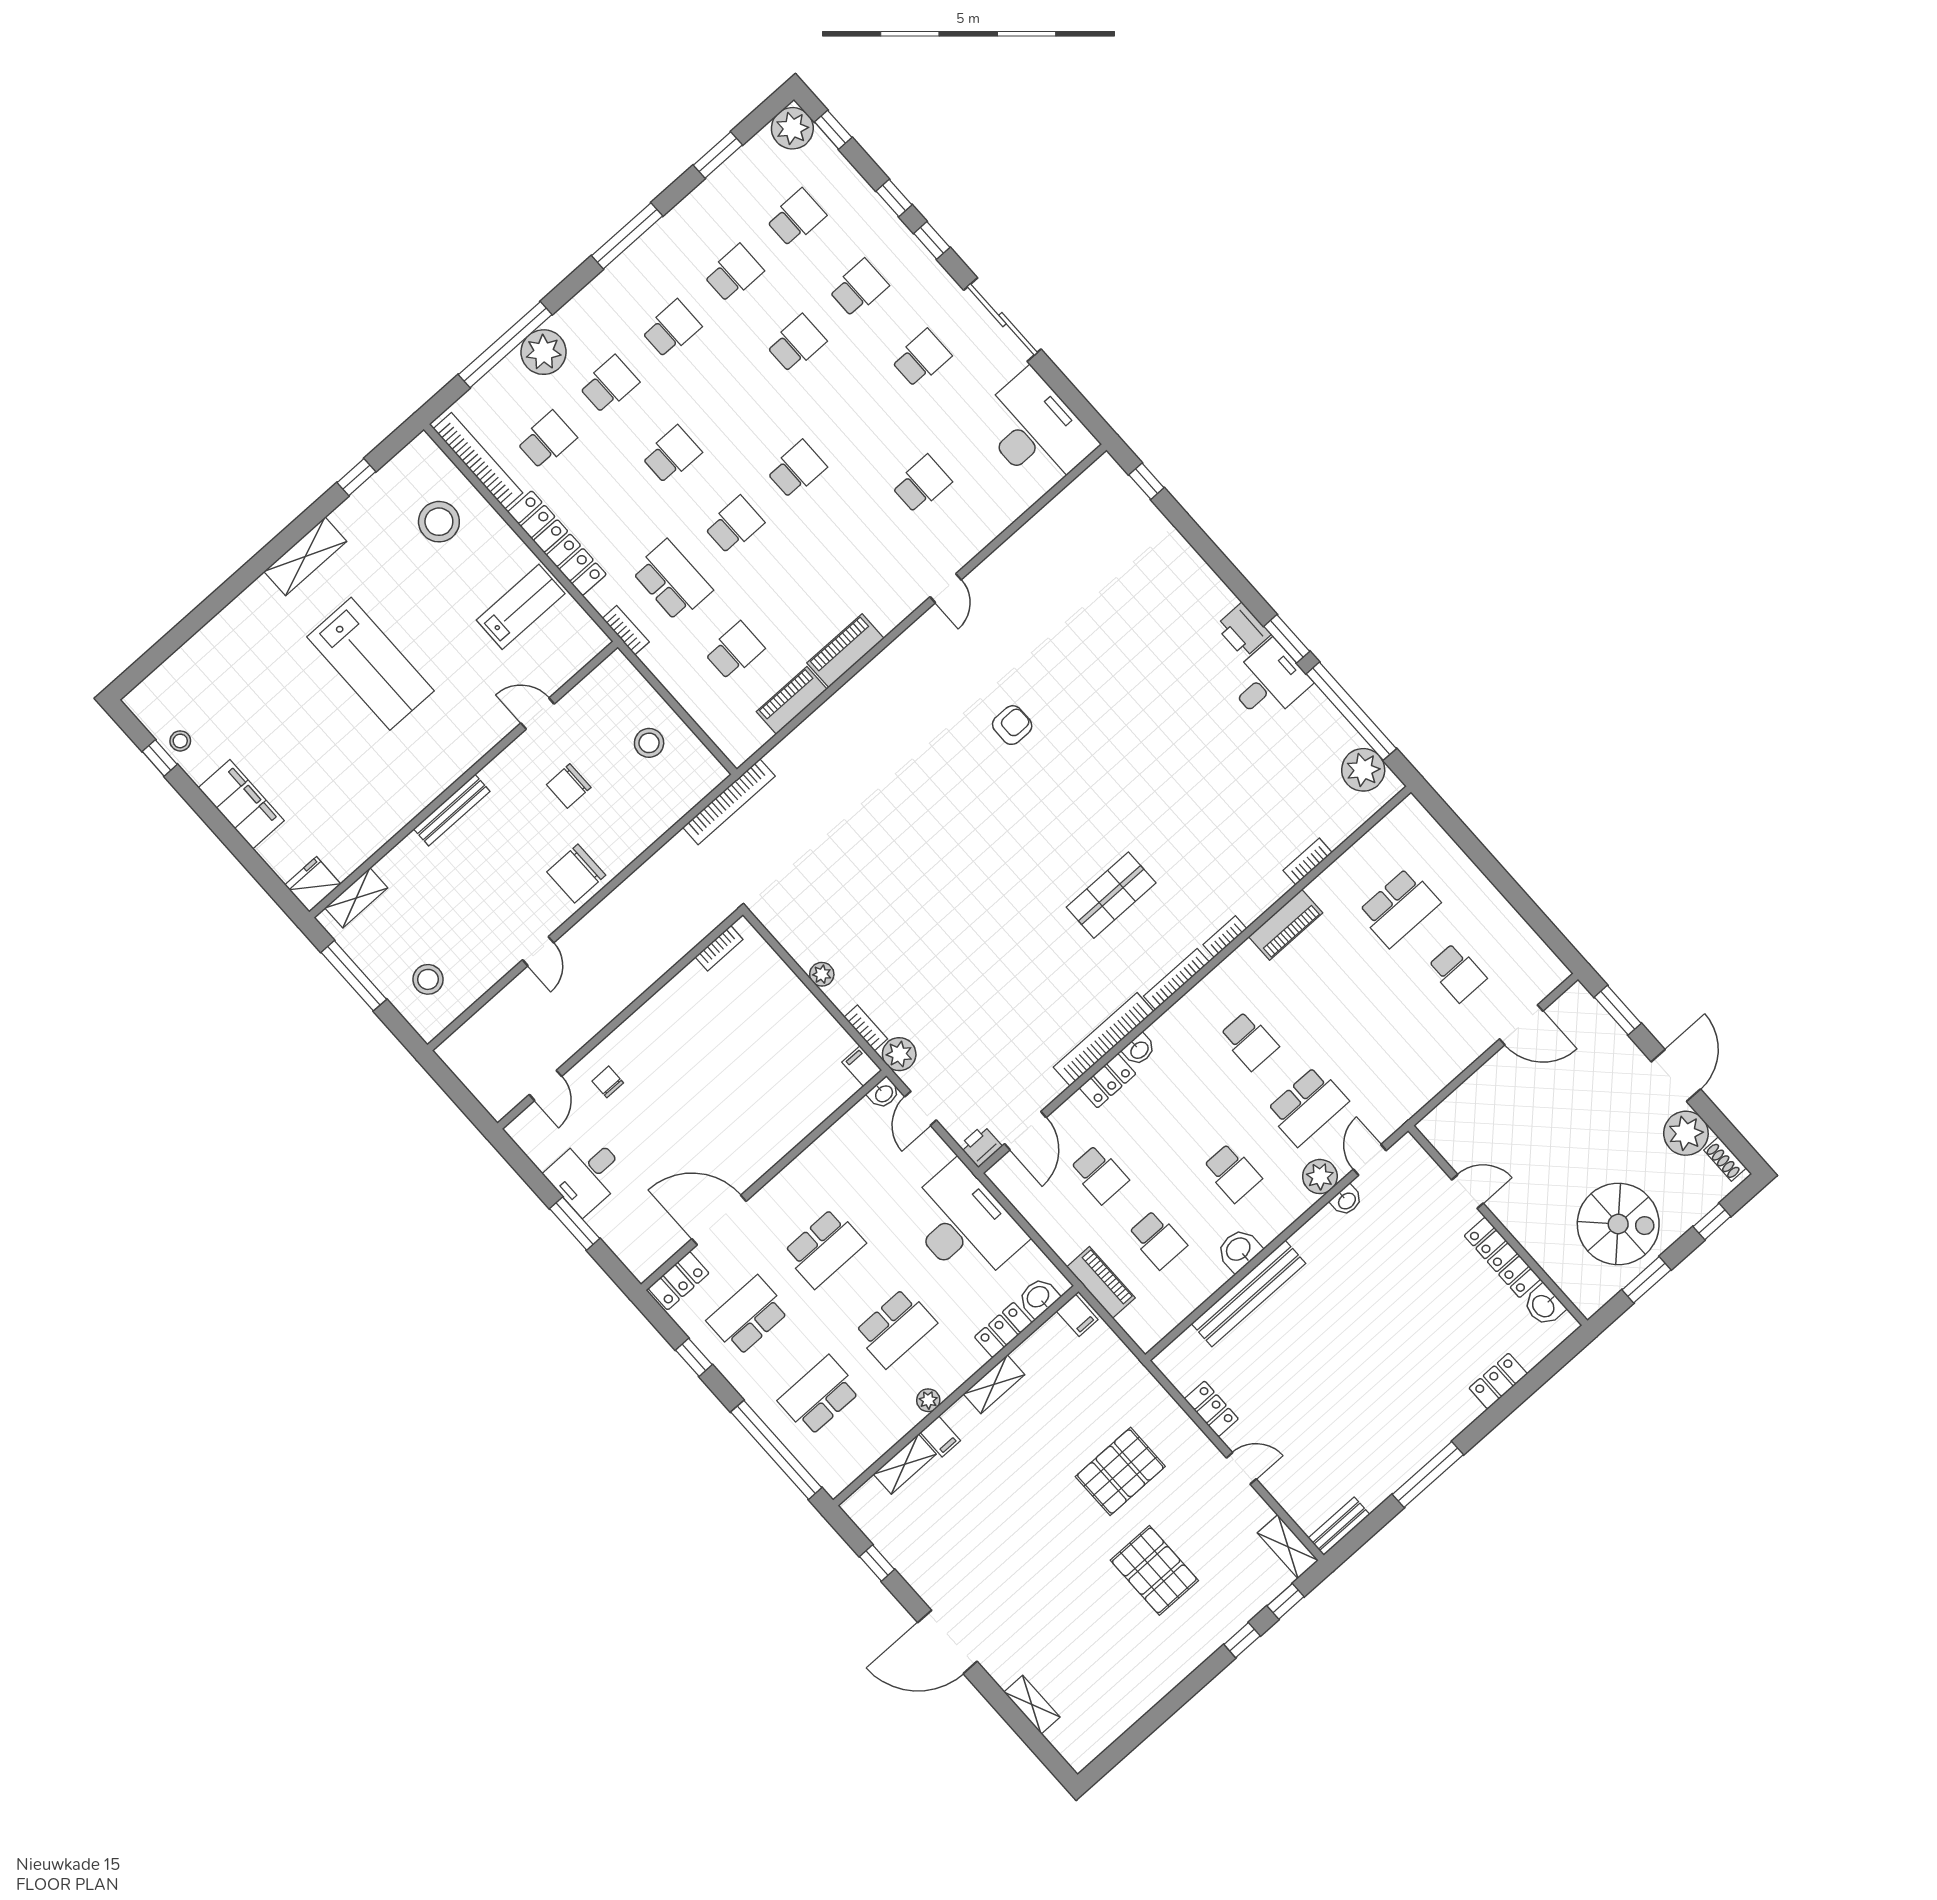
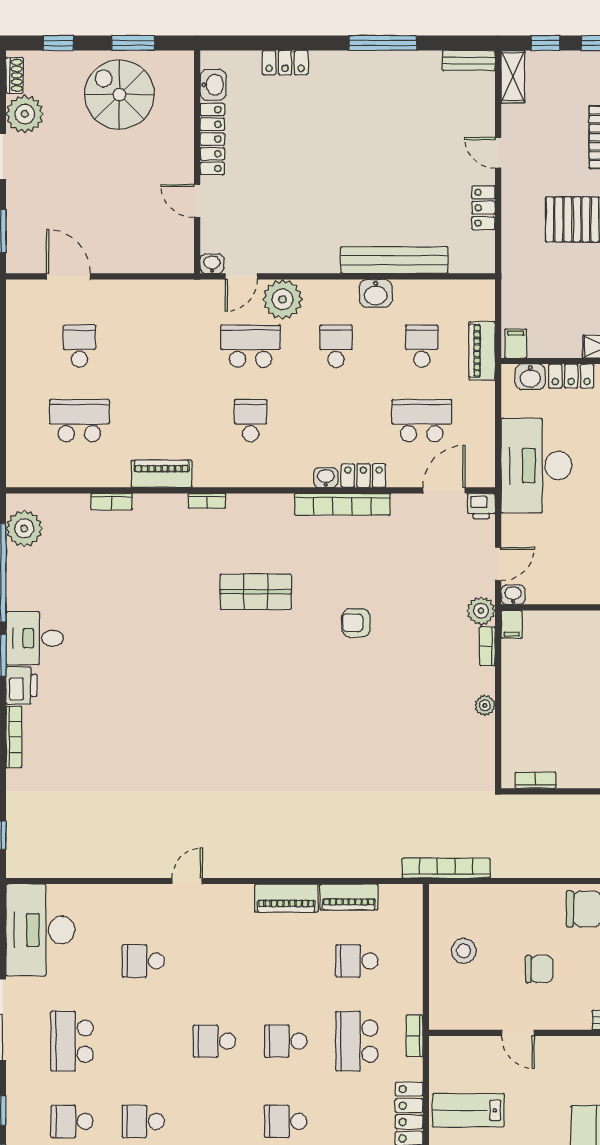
school desk: (921, 358) -> (72, 1041), width x1.85
armchair: (1012, 725) -> (356, 623), moved
bookcase: (1176, 979) -> (14, 737), moved, turned -90
school desk: (1099, 1174) -> (422, 421), width x1.85
plant: (1320, 1177) -> (282, 299), width x1.36, depth x1.36
washbasin: (1346, 1200) -> (212, 264), moved

